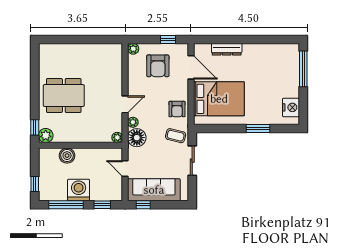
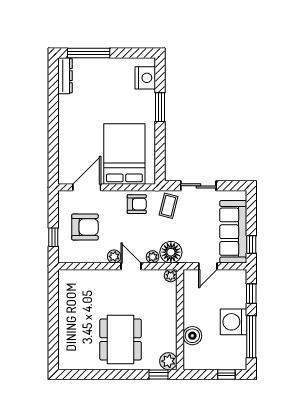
window: (168, 39) -> (53, 237), moved
plant: (133, 49) -> (114, 257), moved
dresser: (227, 49) -> (65, 76), moved
nightstand: (291, 107) -> (145, 78), moved, turned 90

